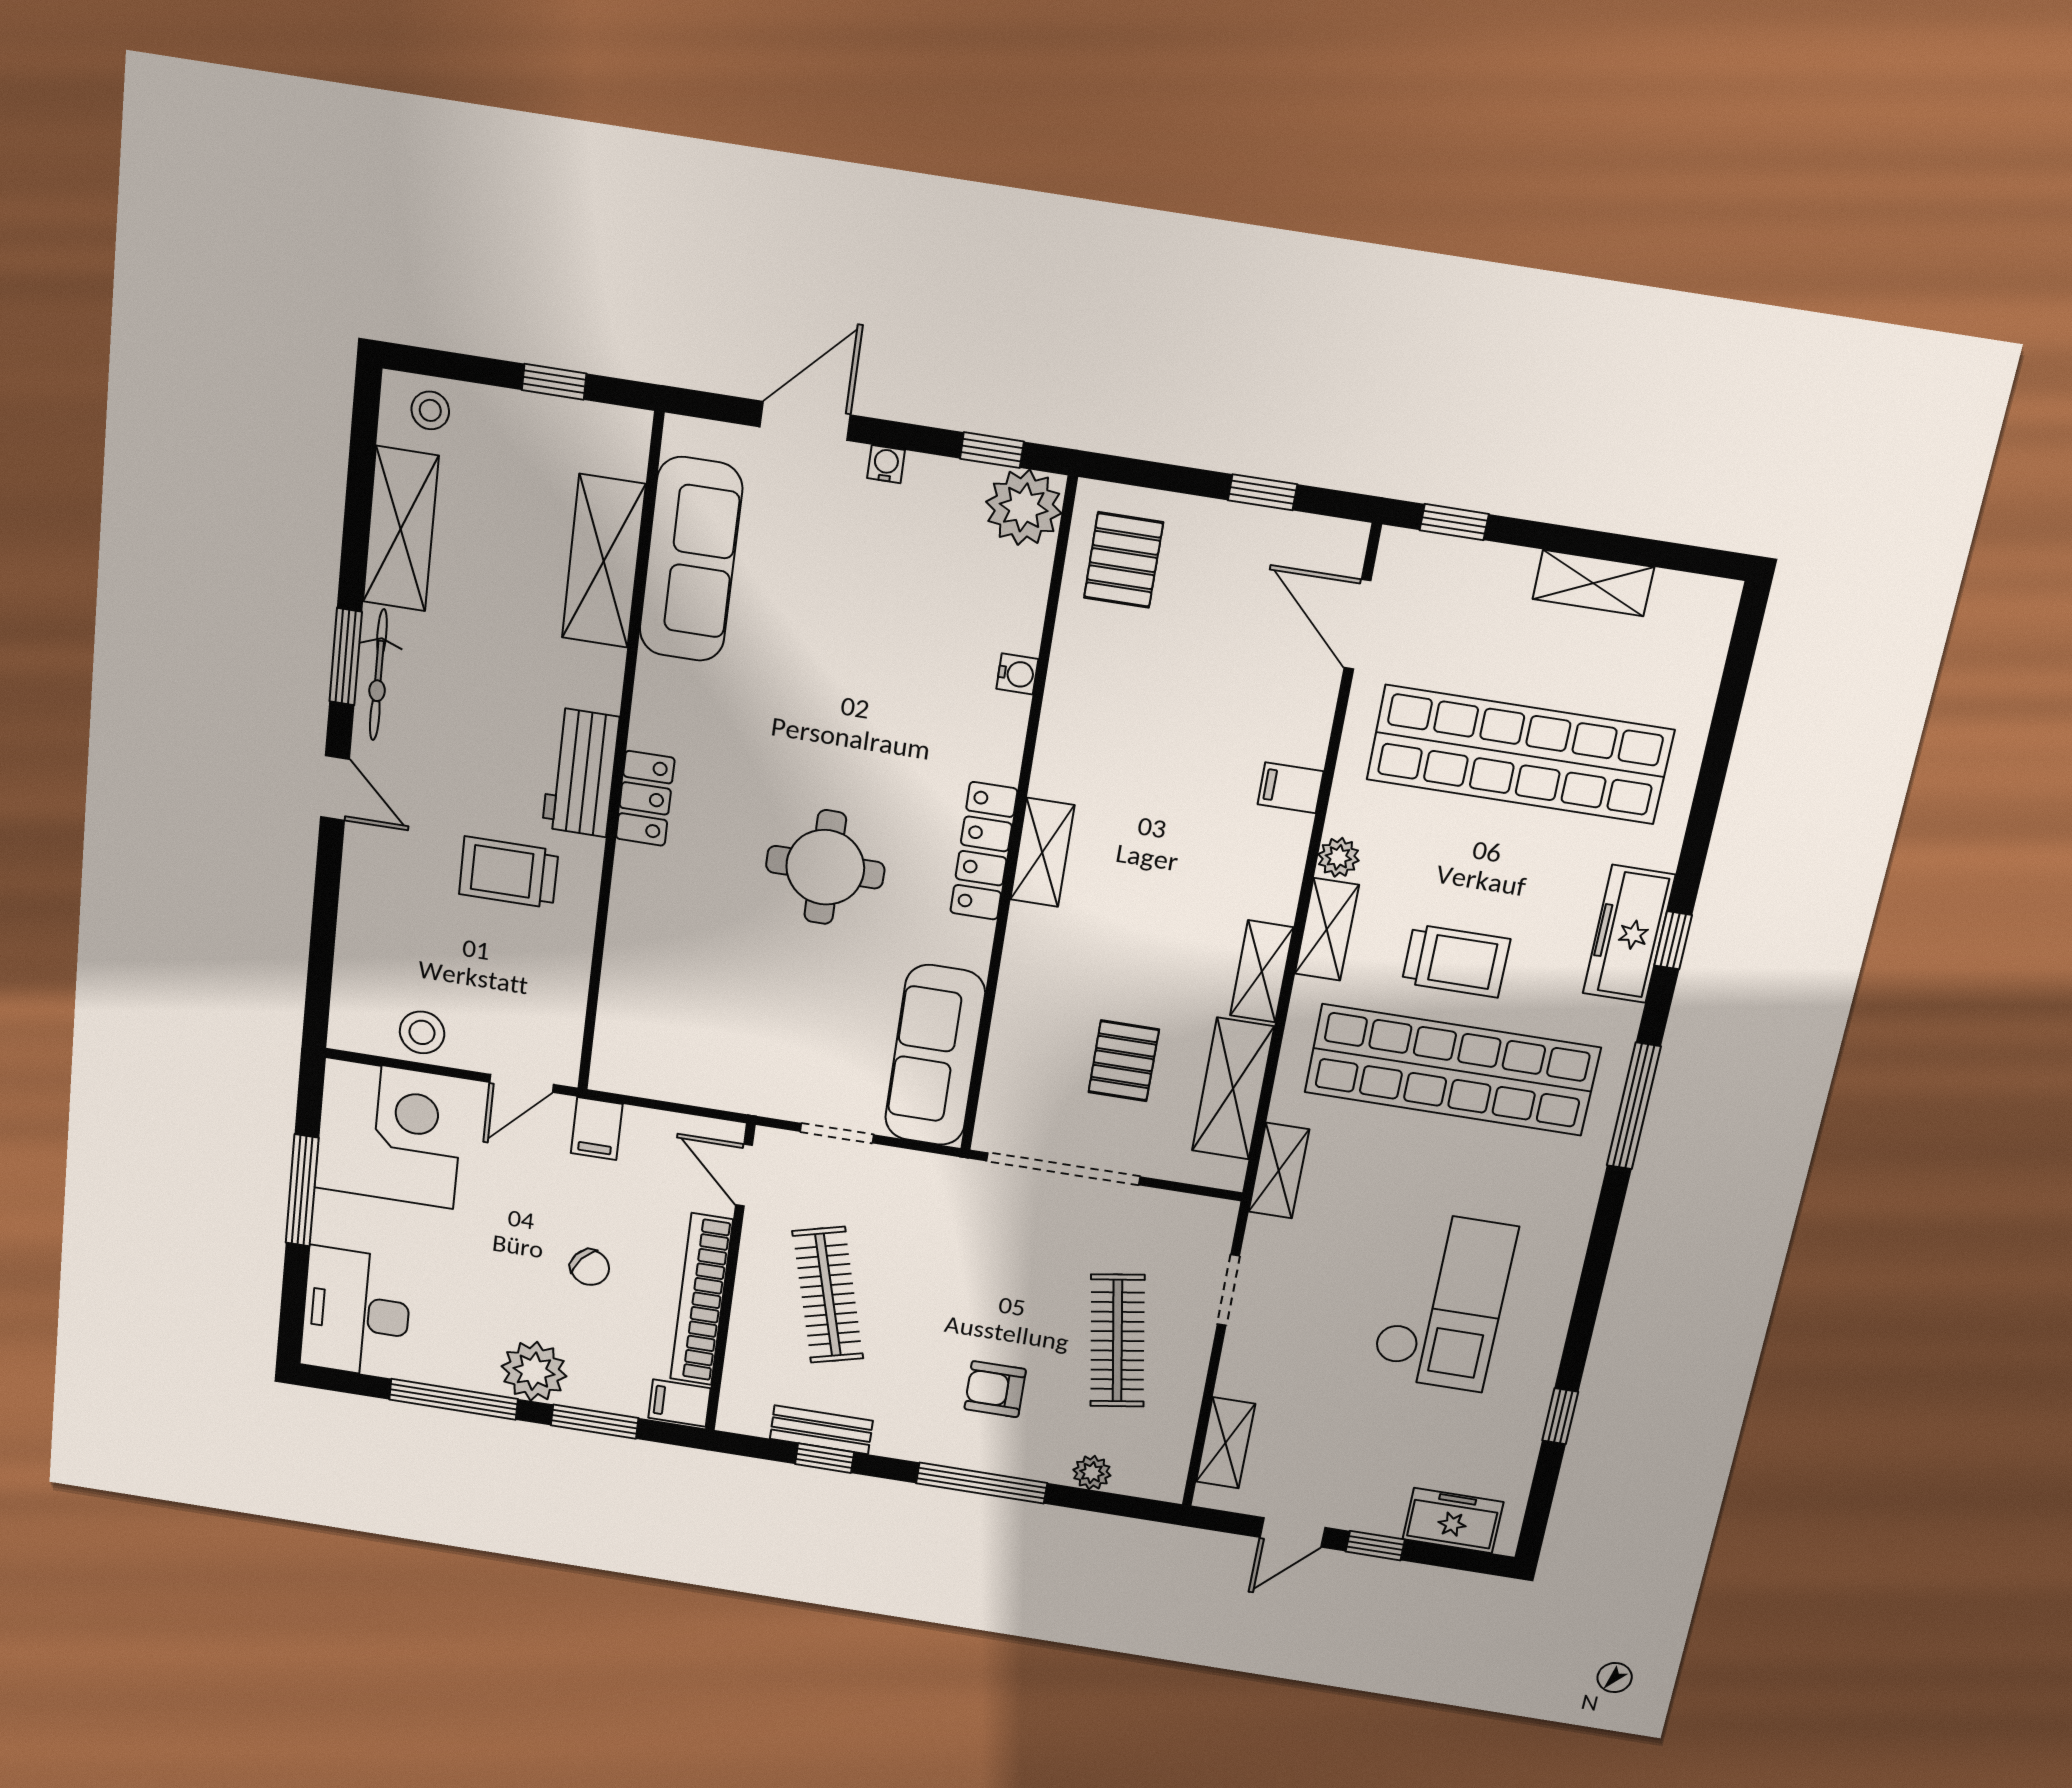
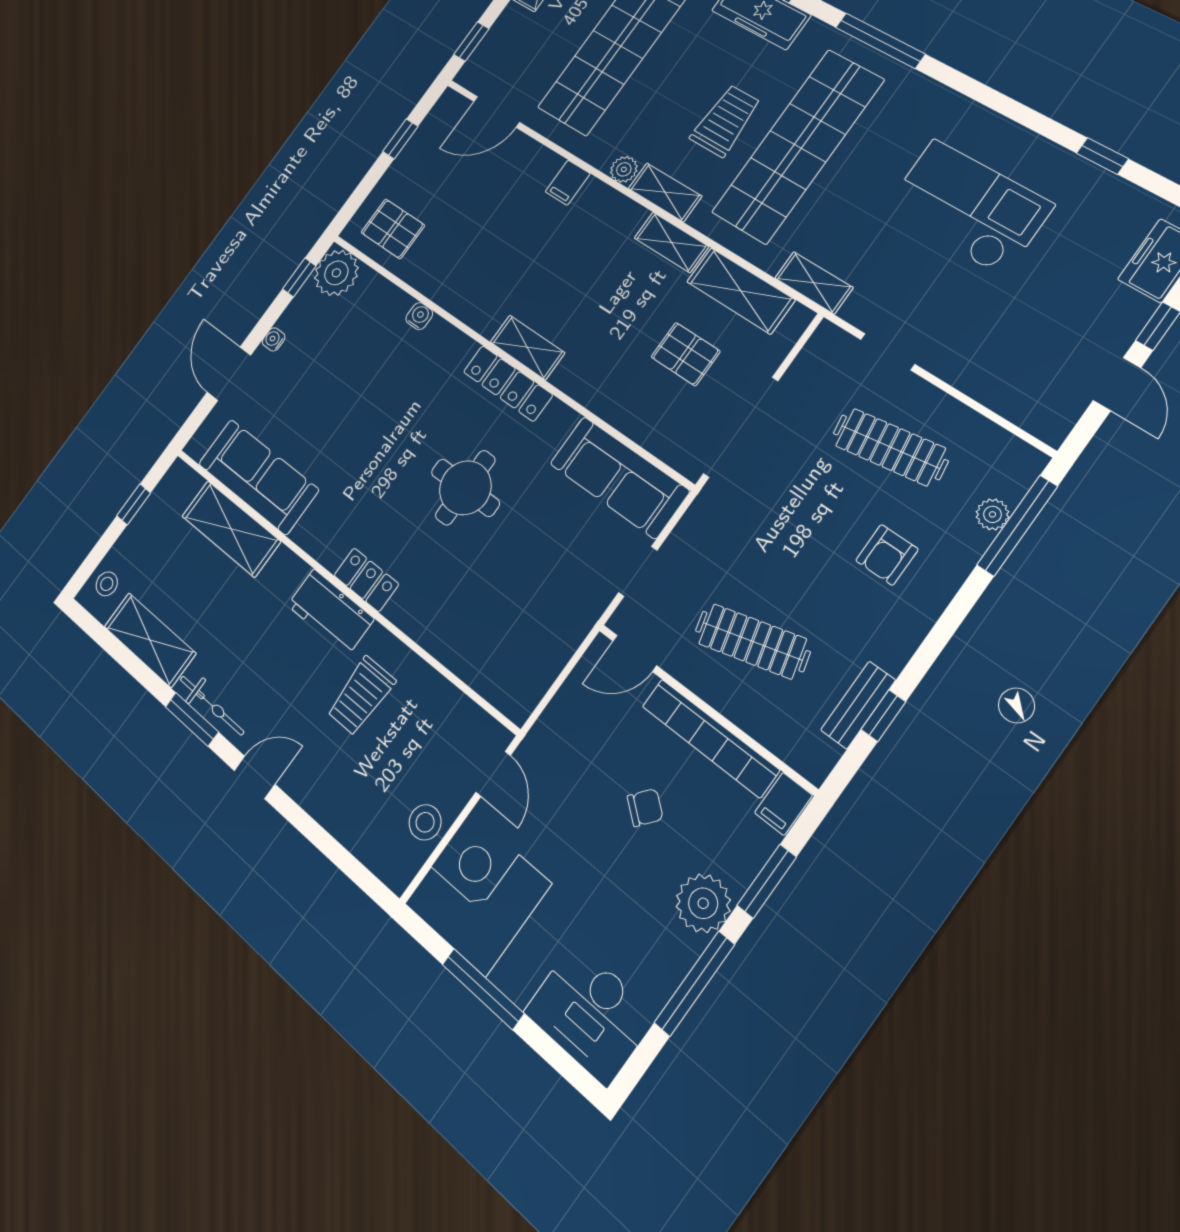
filing cabinet: (597, 1129) -> (550, 740), removed
shelving: (1226, 1443) -> (1013, 403), removed
window: (982, 1483) -> (1017, 526), moved

